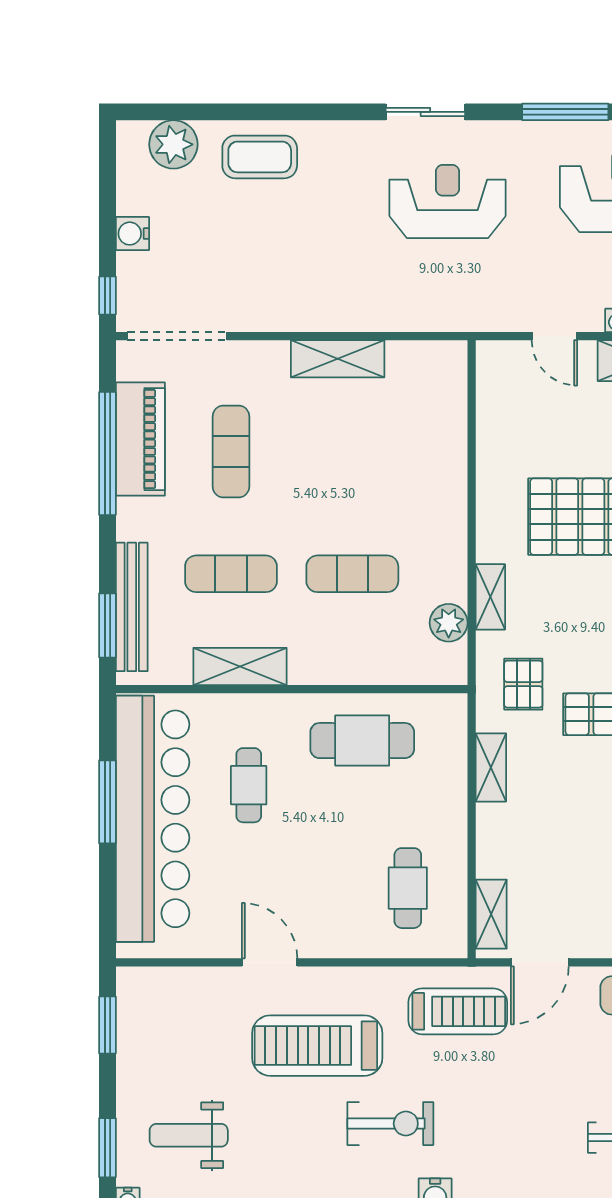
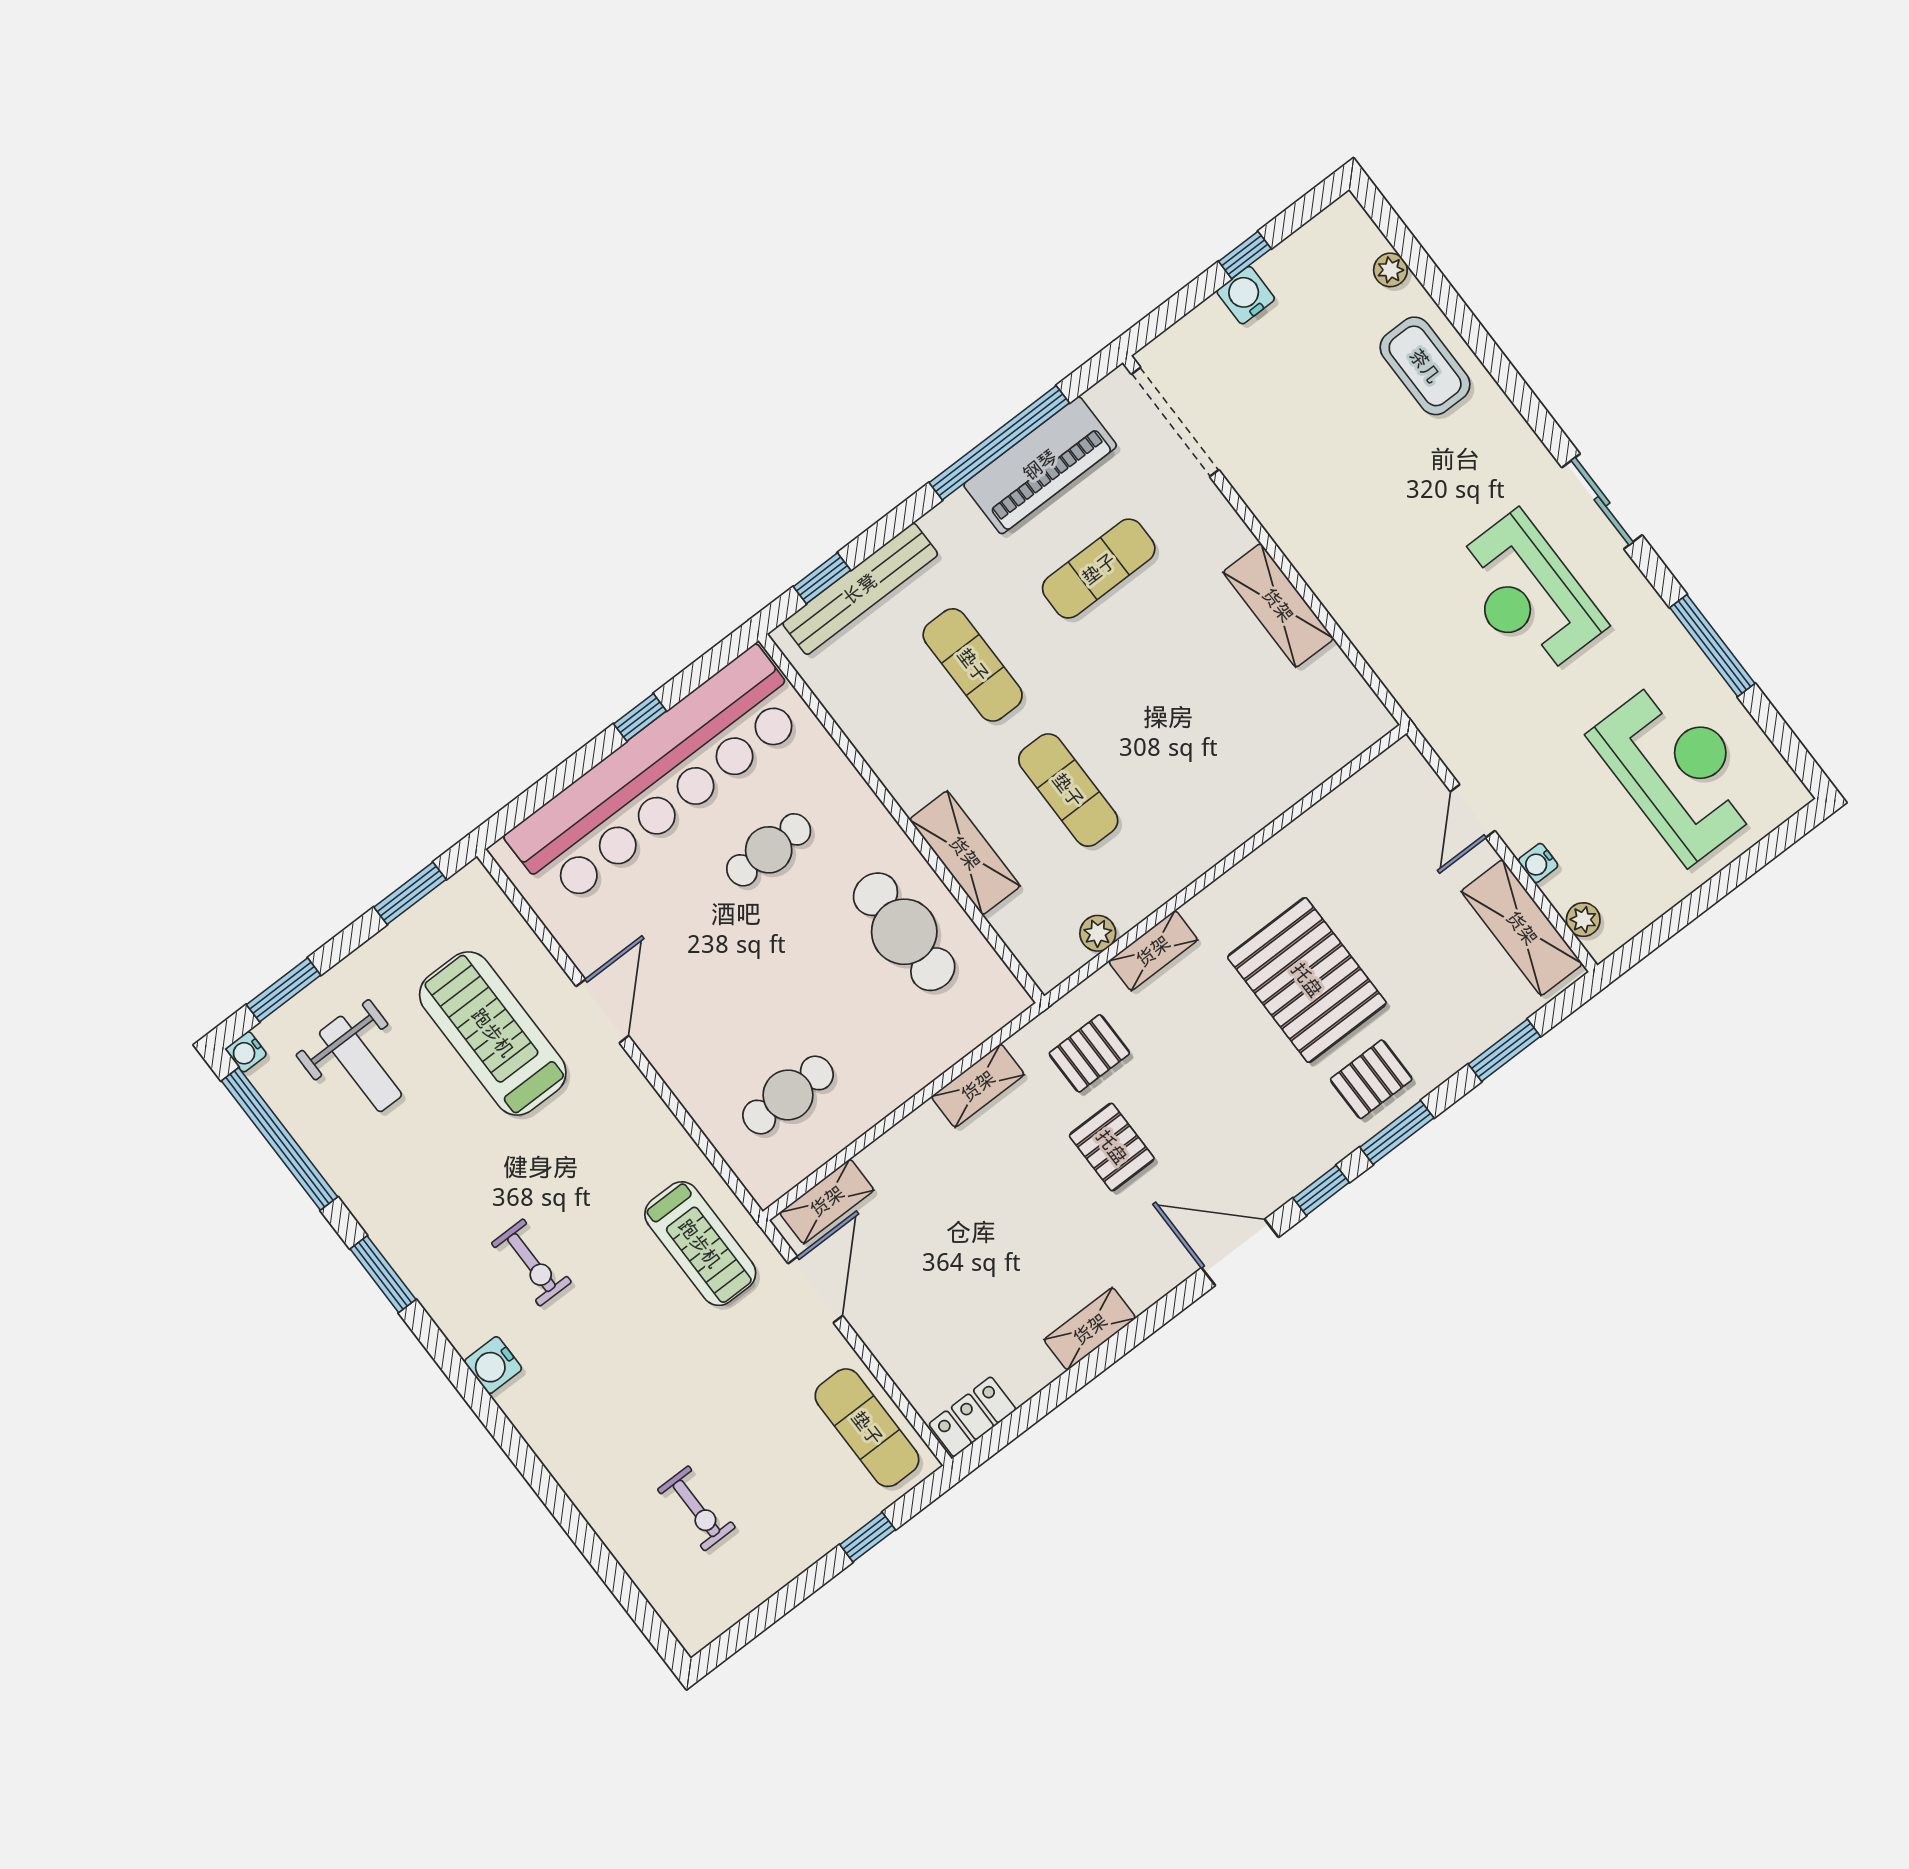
plant: (173, 144) -> (1390, 270), width x0.53, depth x0.53
reception desk: (447, 201) -> (1527, 595), turned 180
window: (107, 296) -> (1245, 255), moved
plant: (449, 623) -> (1098, 933), width x0.73, depth x0.73
window: (107, 625) -> (822, 578), width x0.67
shelving: (240, 667) -> (965, 853), moved
window: (107, 802) -> (640, 717), width x0.46
door: (540, 962) -> (815, 1290), swing flipped
treadmill: (317, 1046) -> (493, 1033), moved
exercise bike: (390, 1124) -> (531, 1263), width x0.73, depth x0.72
weight bench: (189, 1135) -> (360, 1064), turned 180

